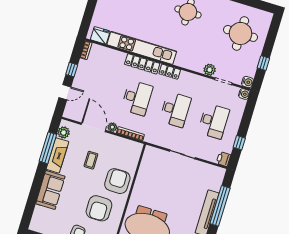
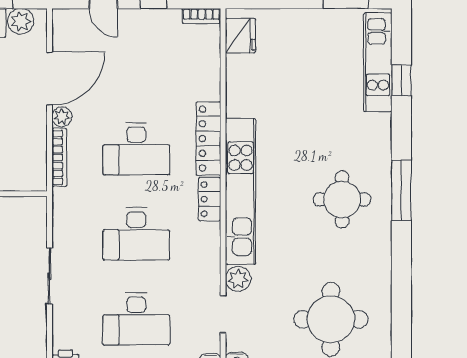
kitchen unit: (142, 48) -> (241, 191), moved

